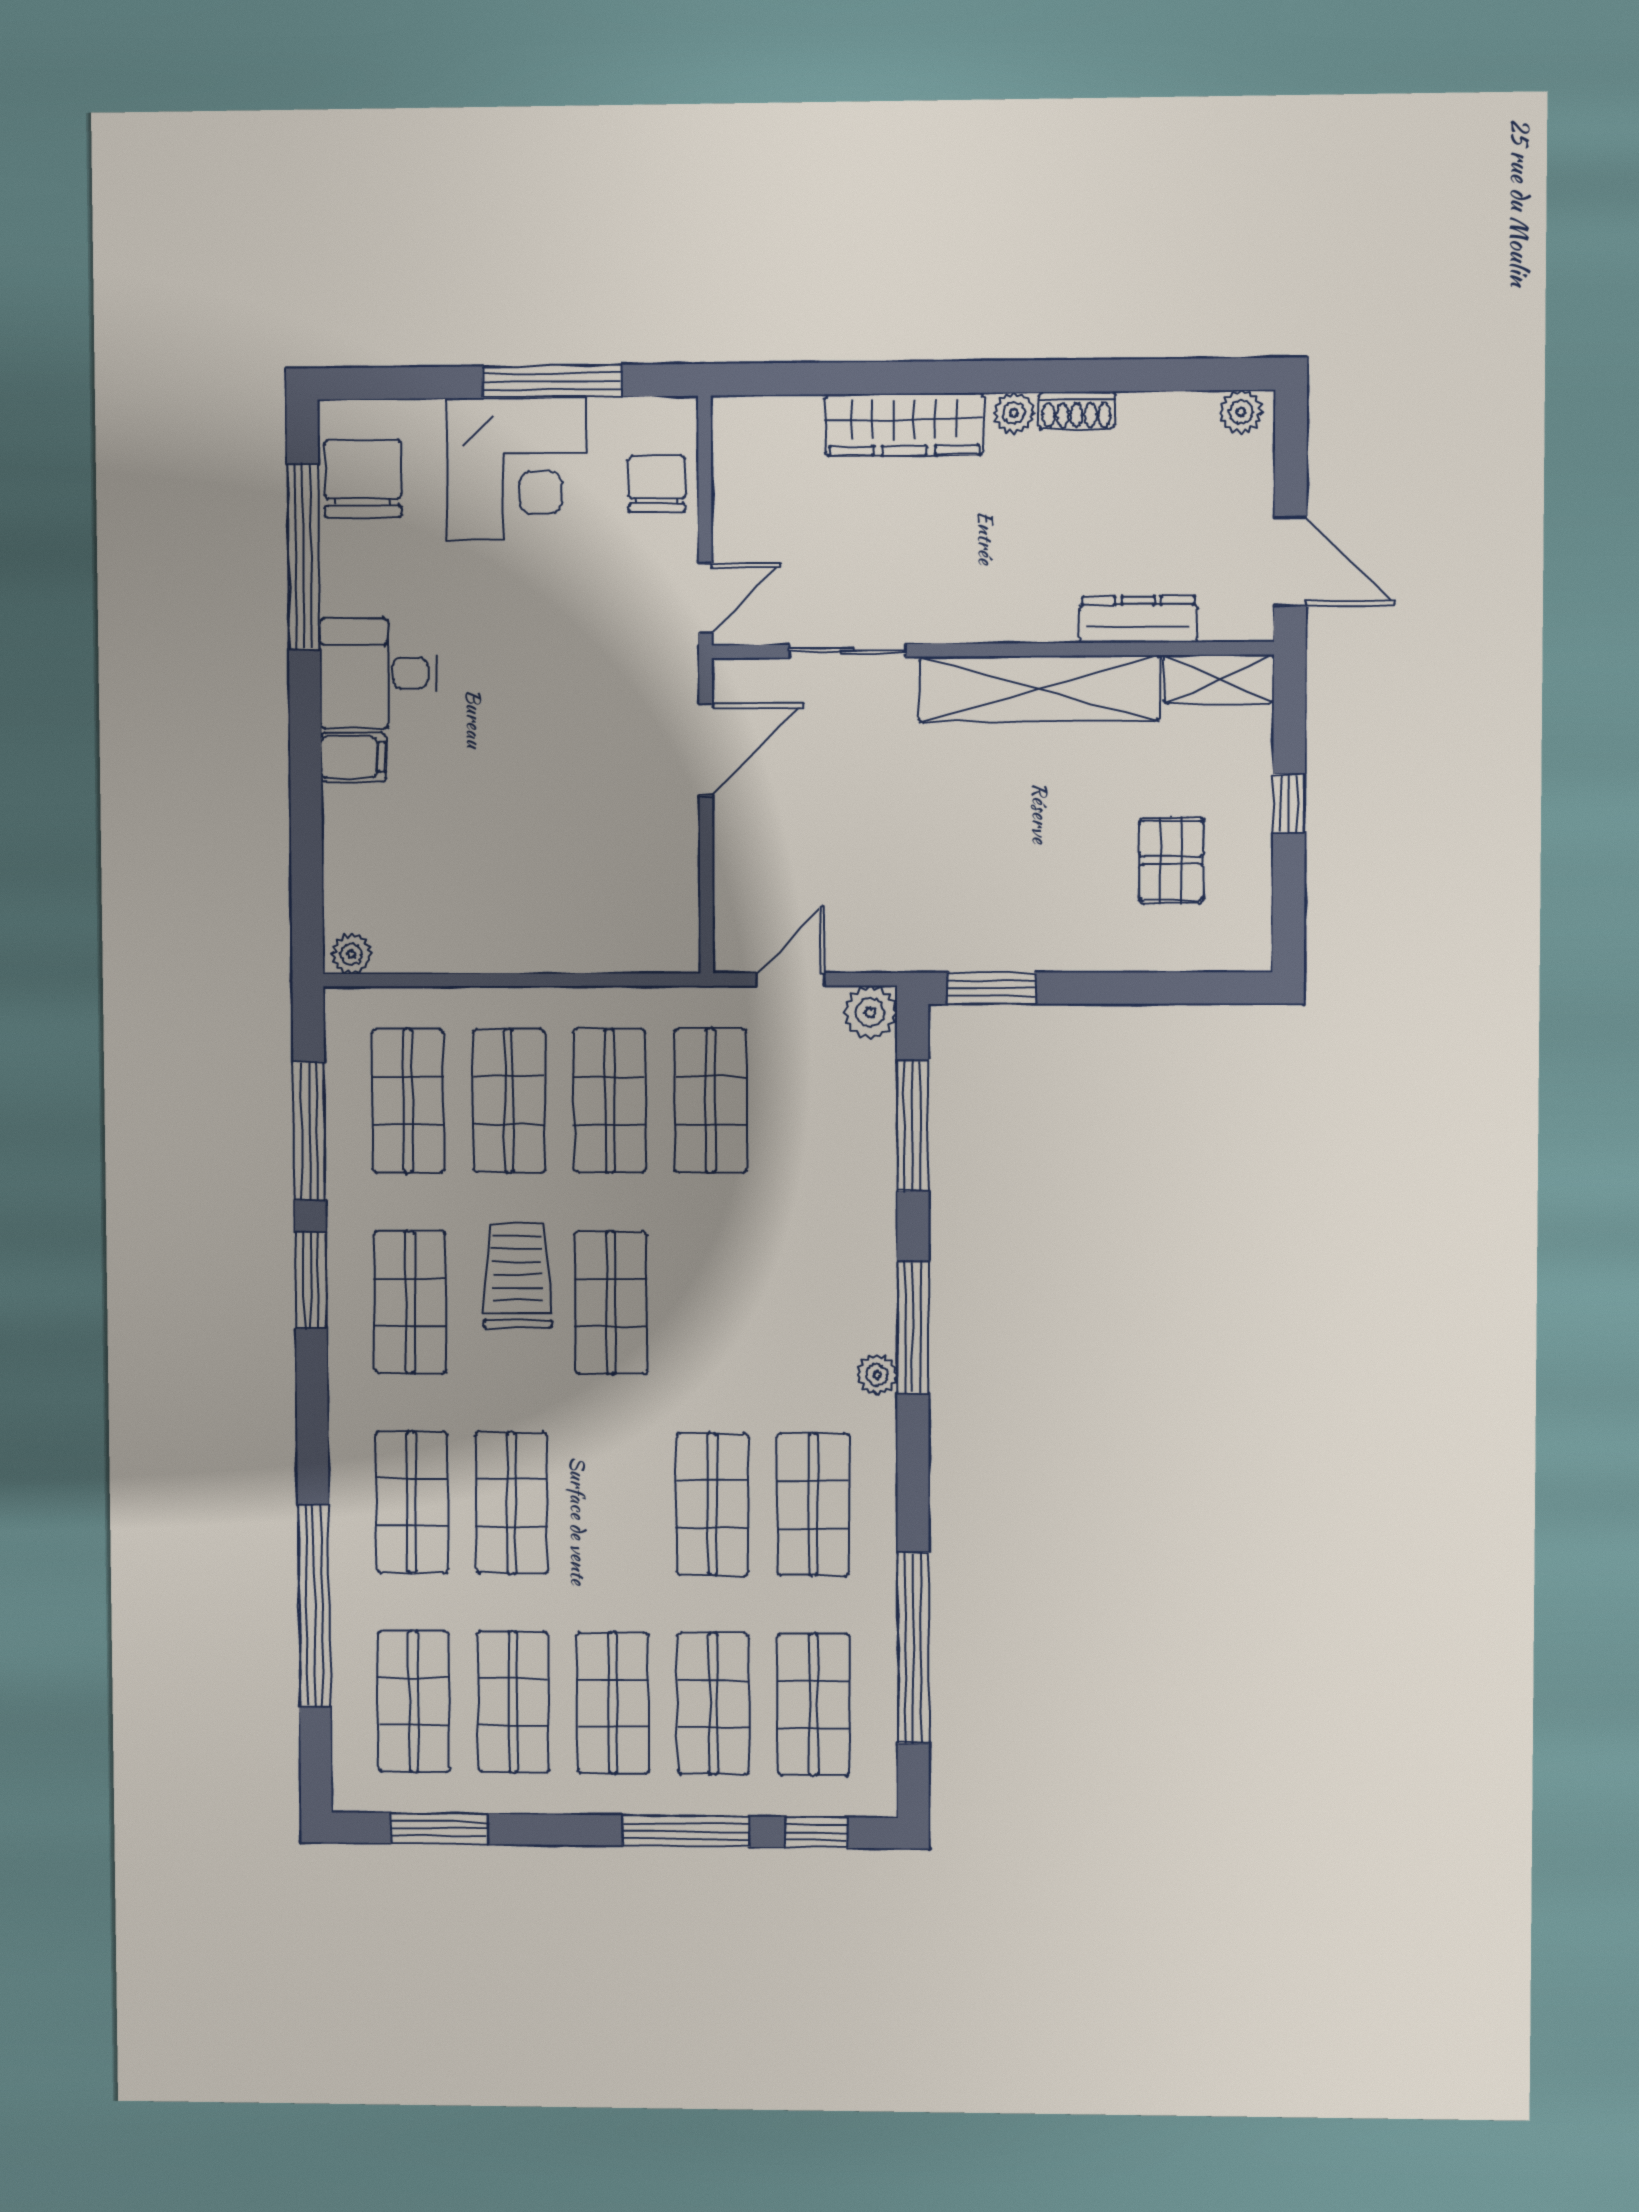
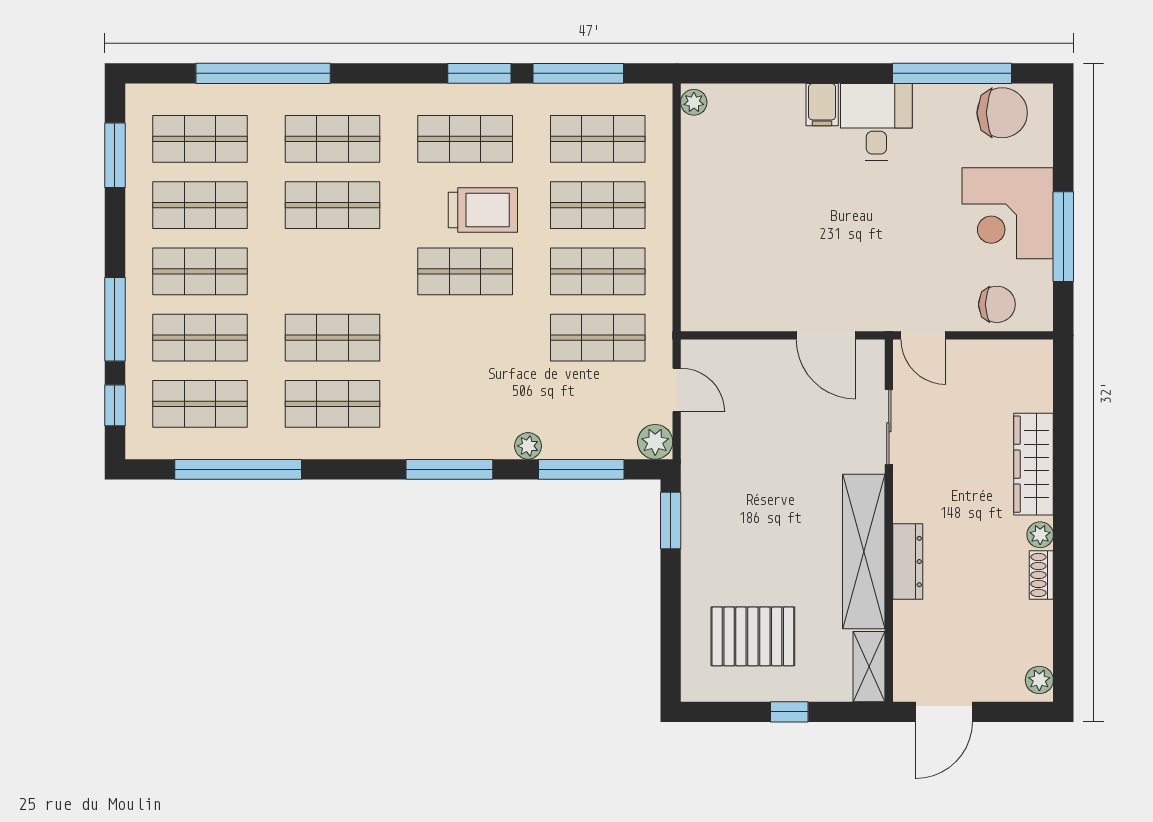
dresser: (1138, 619) -> (908, 562), moved
pallet: (1171, 860) -> (753, 636), width x1.50, depth x1.42
plant: (877, 1375) -> (528, 446), moved

